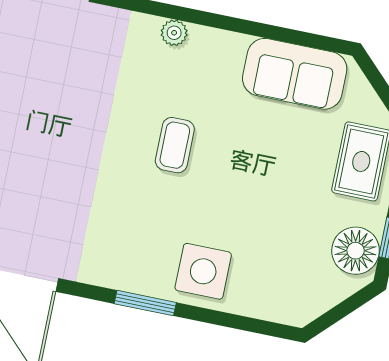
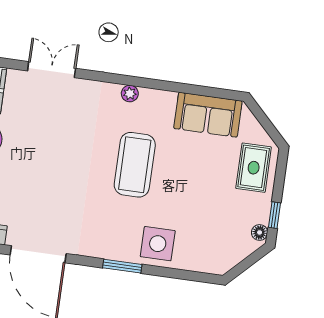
coffee table: (175, 145) -> (135, 165), width x1.86, depth x1.72
floor lamp: (356, 251) -> (260, 232), width x0.53, depth x0.53

